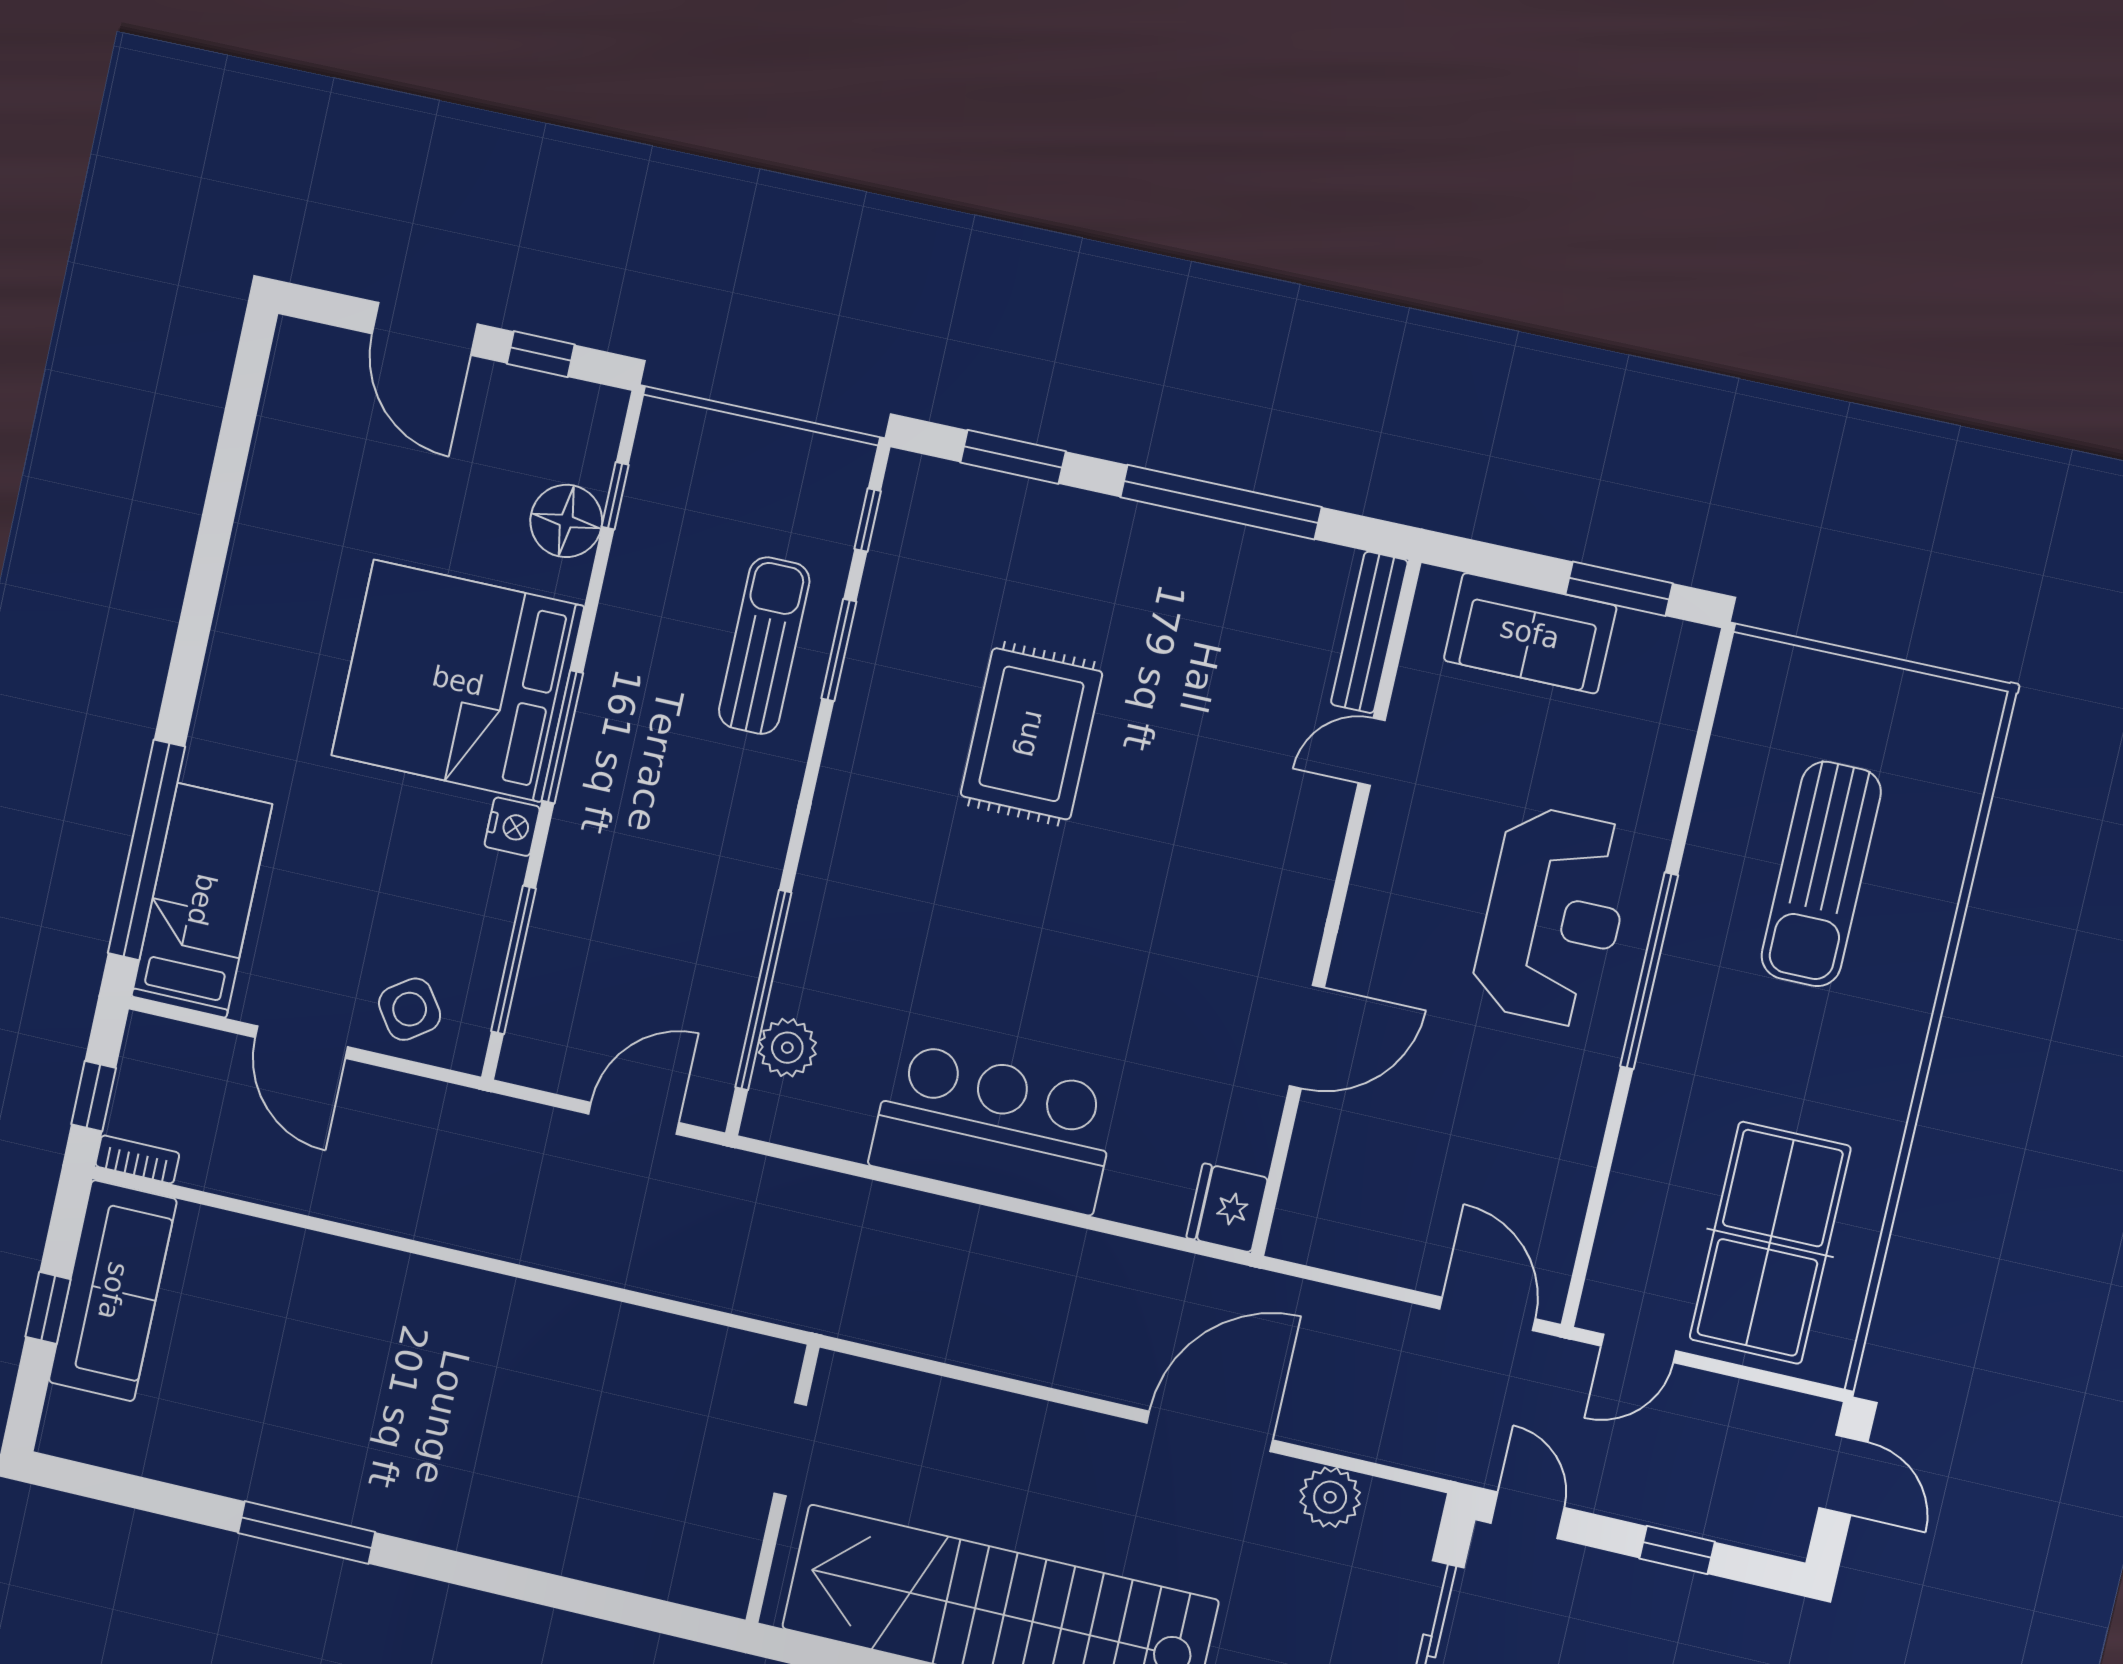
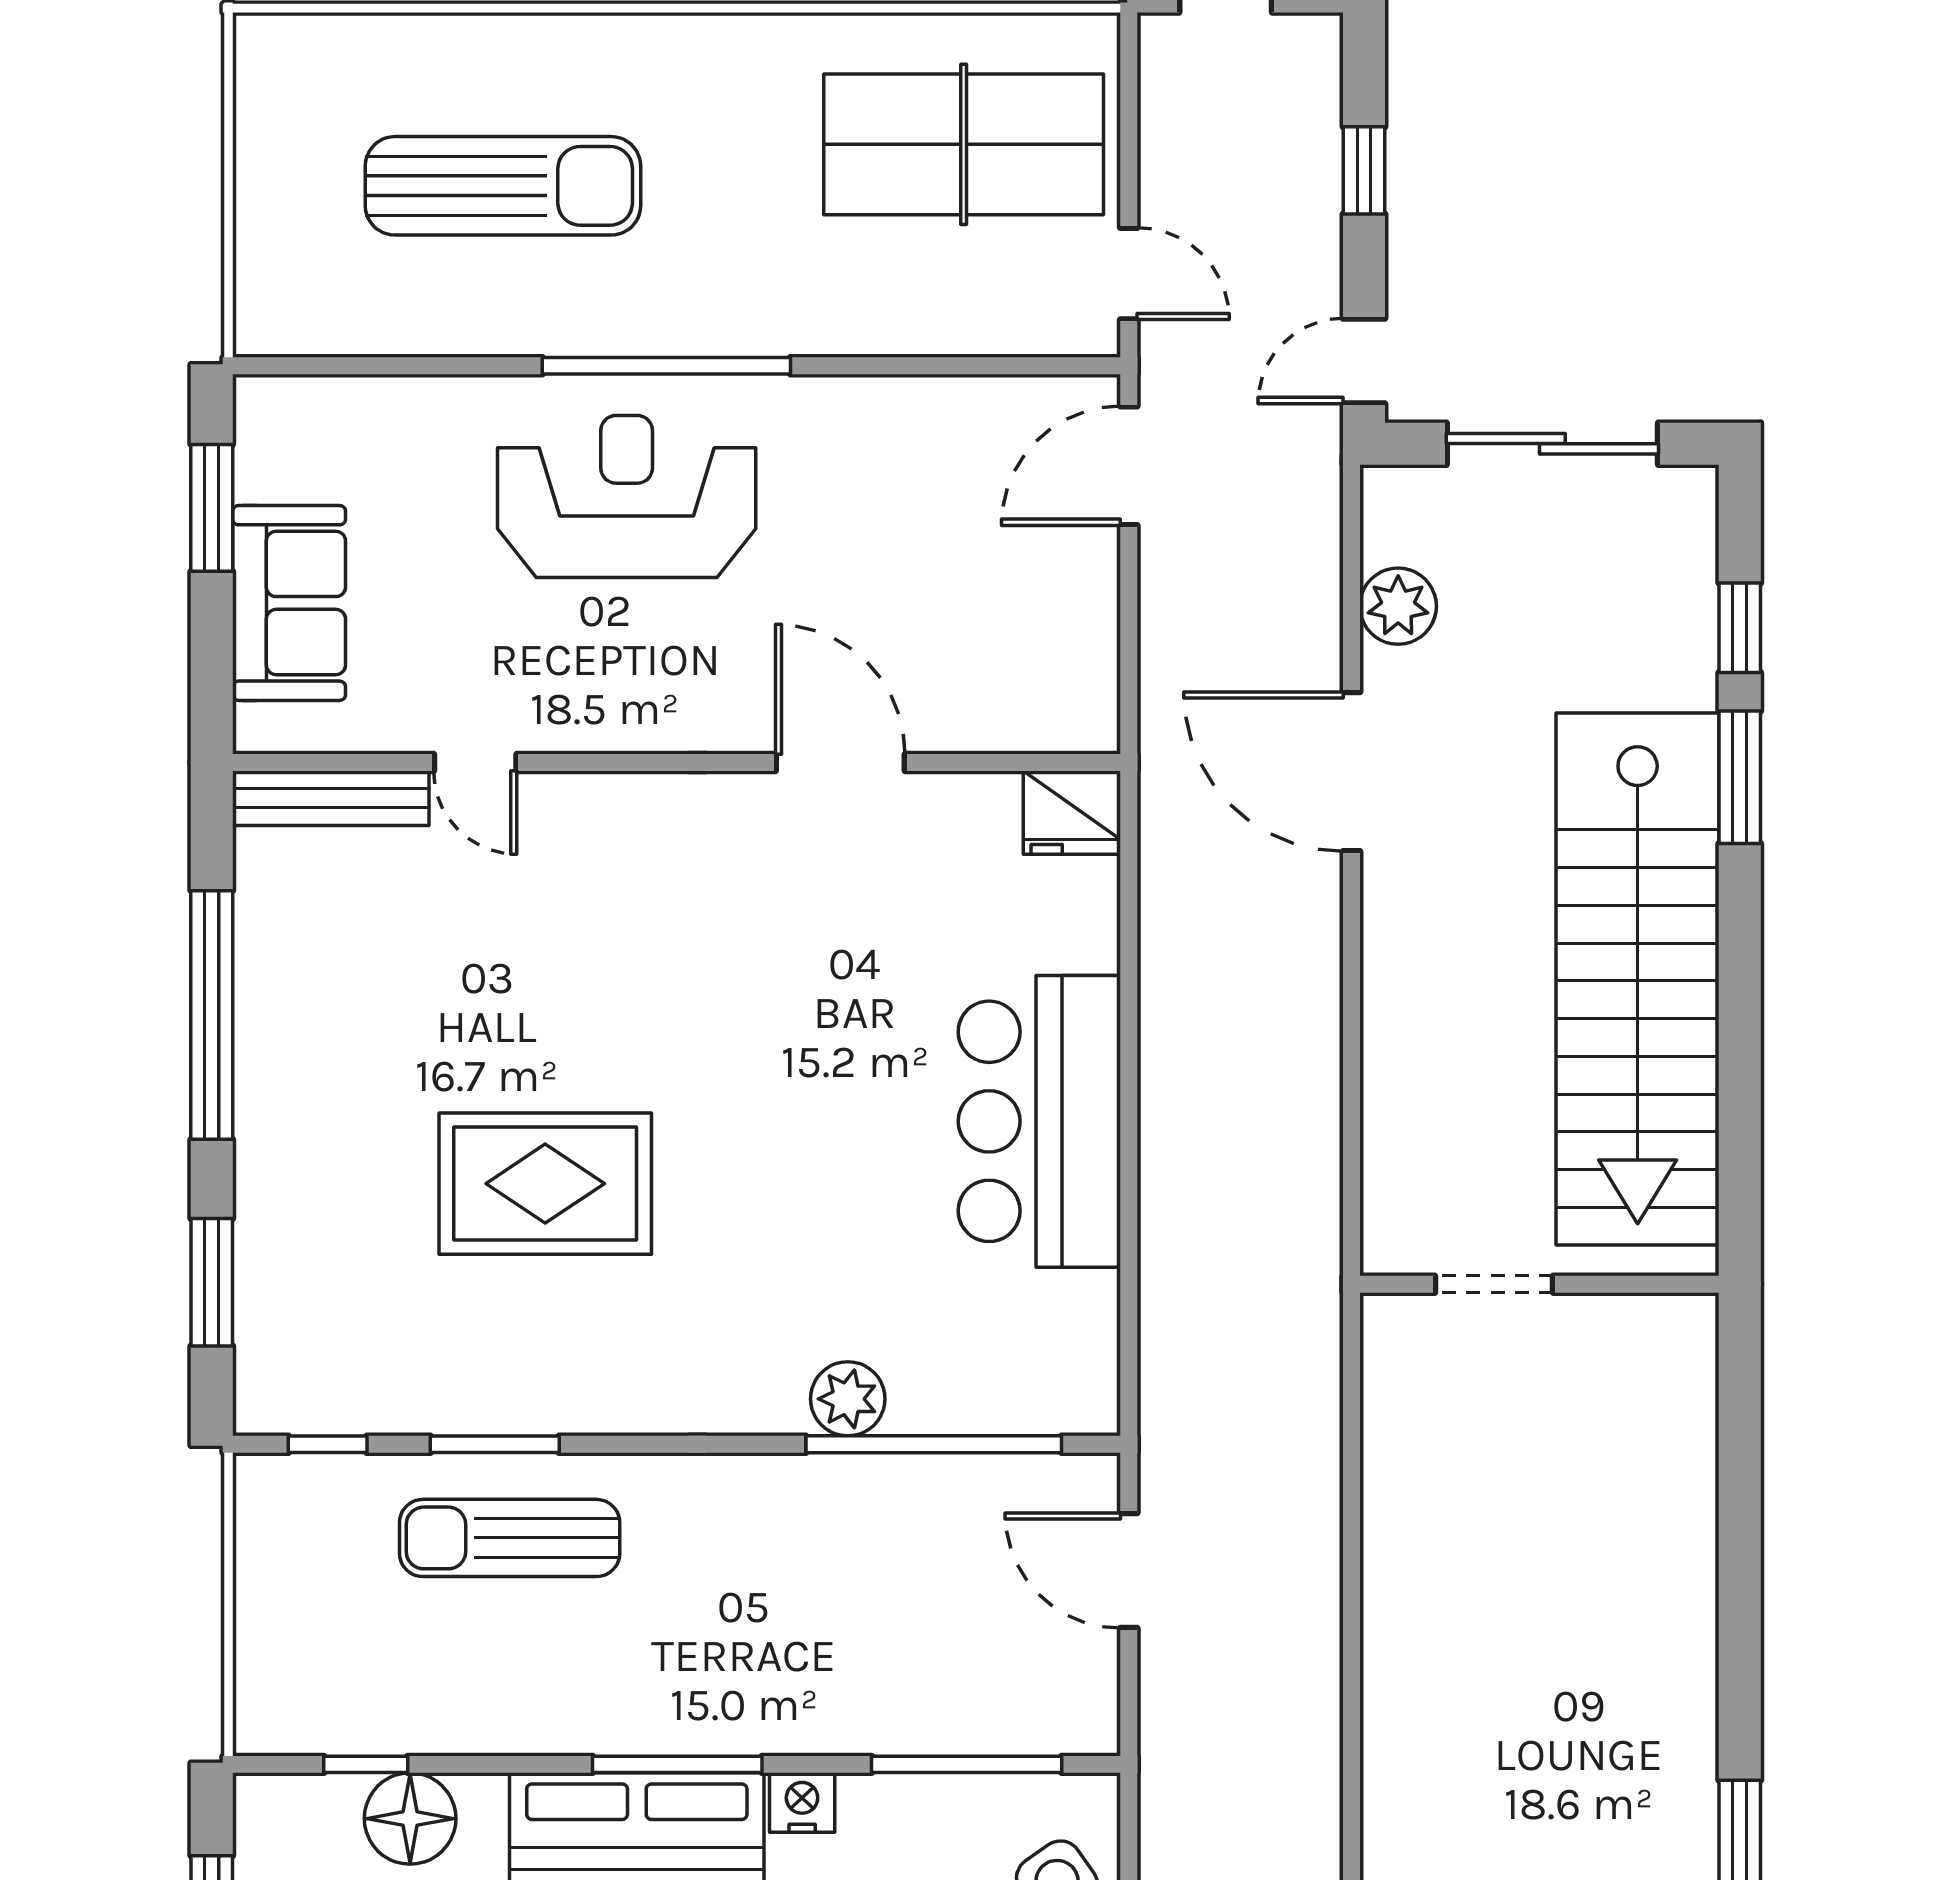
plant: (787, 1048) -> (848, 1399), moved

